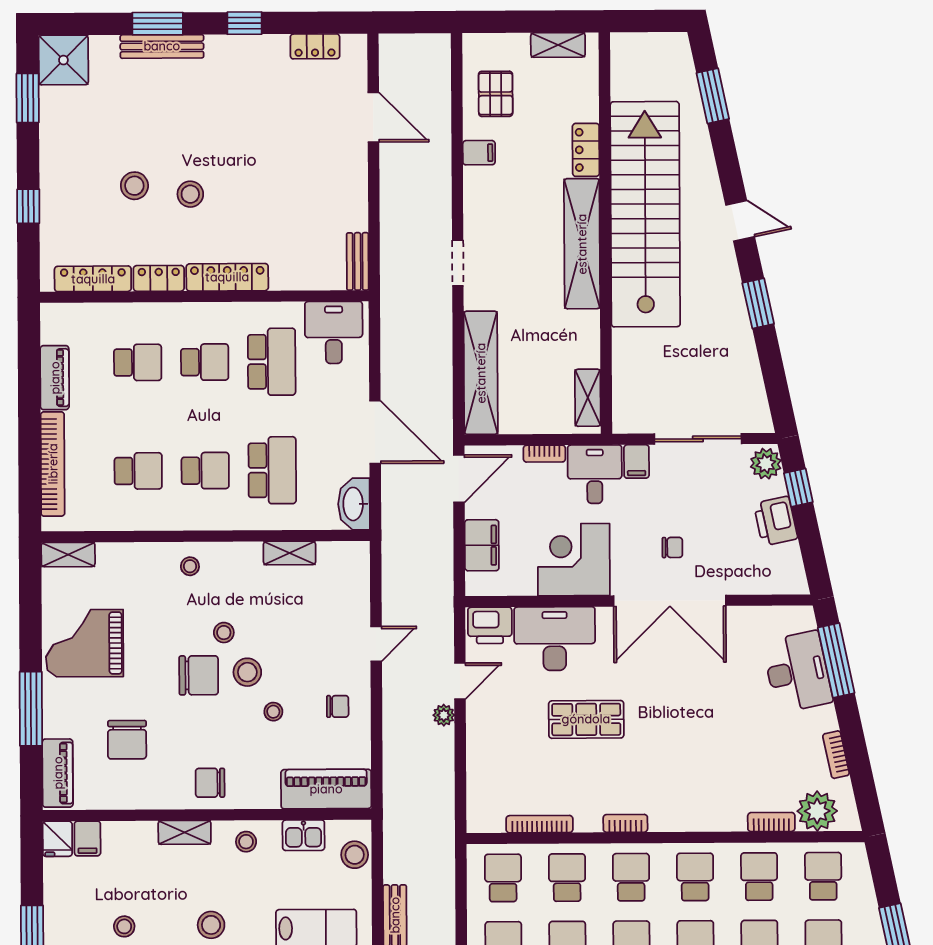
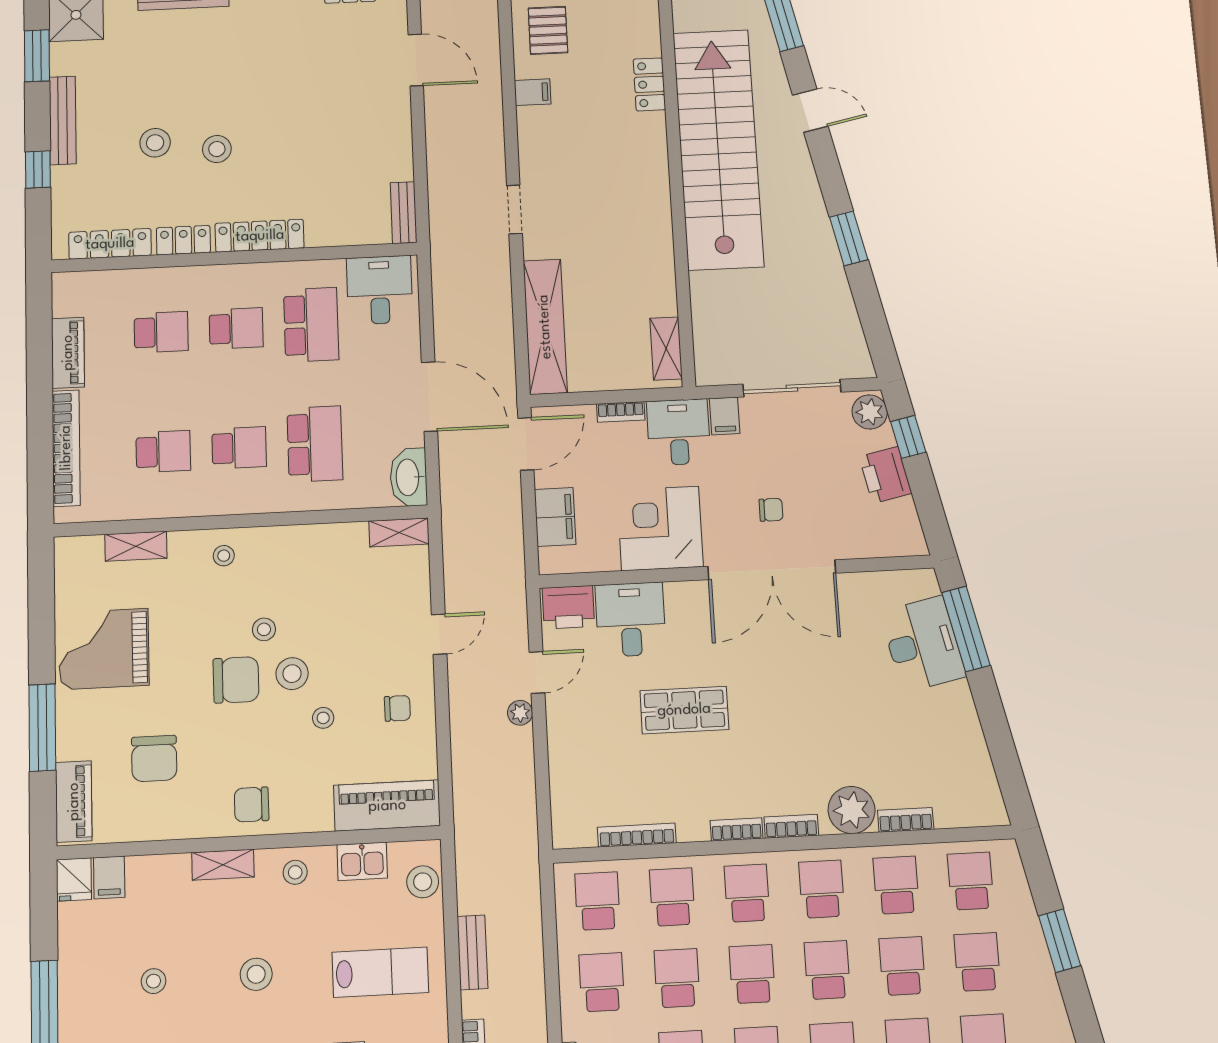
bench: (51, 161) -> (63, 120), added
door: (740, 221) -> (810, 111), moved
shelving: (582, 244) -> (651, 183), removed
shelving: (290, 553) -> (399, 533), moved
shelving: (68, 555) -> (136, 546), moved
desk: (555, 639) -> (631, 620), width x0.73
bookcase: (836, 755) -> (791, 826), moved, turned 102
plant: (817, 811) -> (852, 810), moved

